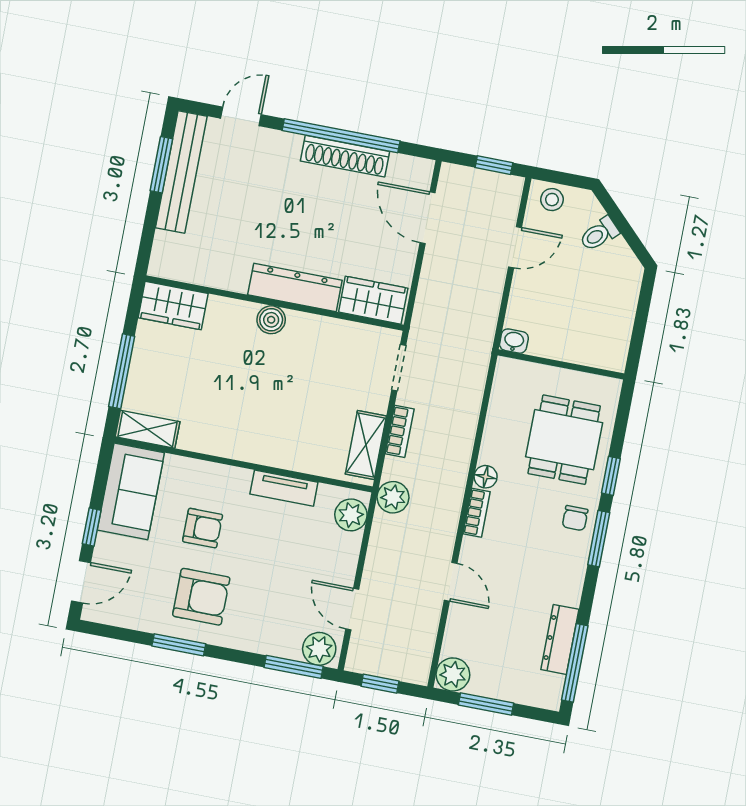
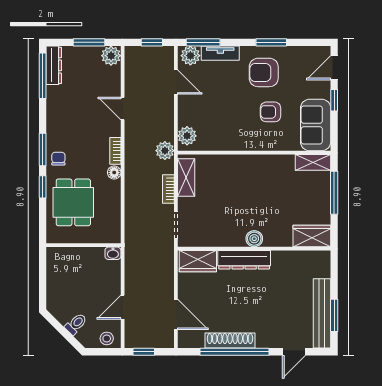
tv unit: (284, 488) -> (220, 53), moved, turned 180
dresser: (560, 639) -> (54, 65), moved

